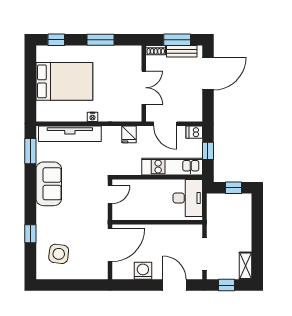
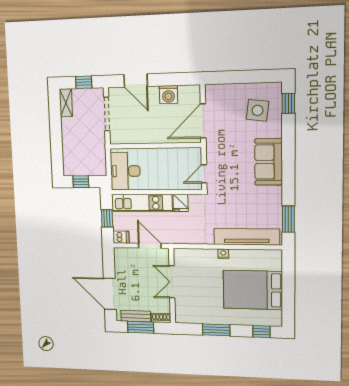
door: (208, 74) -> (110, 294), hinge flipped
fridge: (129, 134) -> (181, 203), moved, turned 180
sofa: (49, 184) -> (269, 162), moved
window: (30, 234) -> (288, 103), moved

